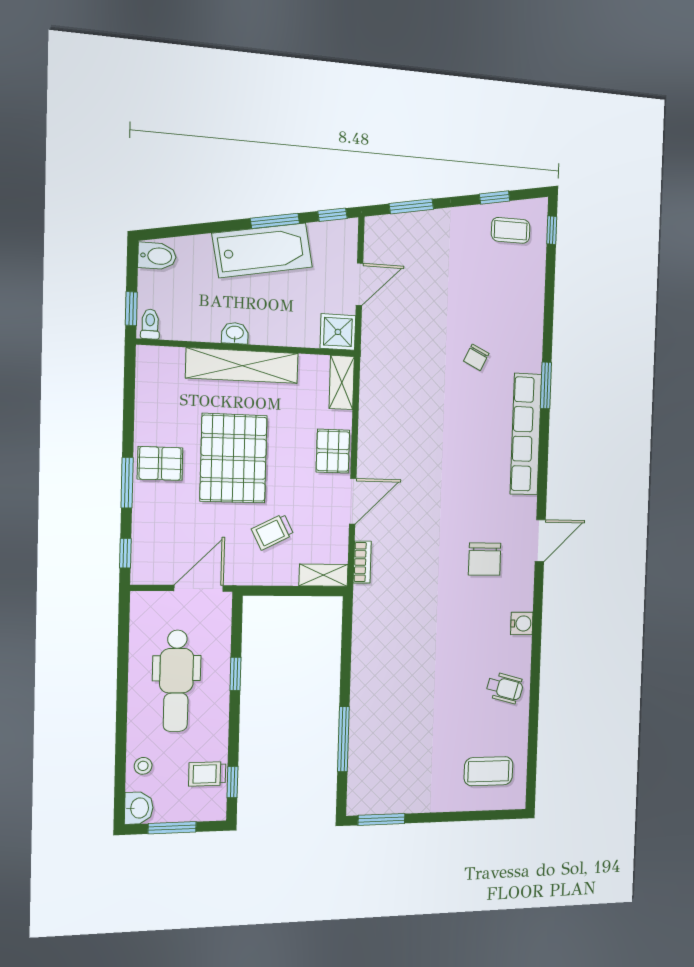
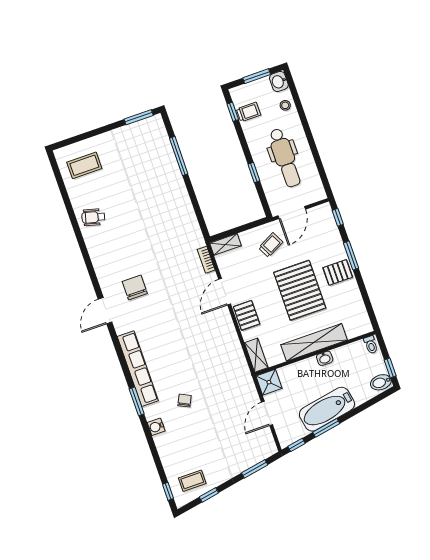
window: (131, 309) -> (390, 368), moved
trolley: (273, 532) -> (271, 245), moved
water cooler: (522, 623) -> (156, 427), moved
dental chair: (176, 681) -> (285, 158), turned 180

